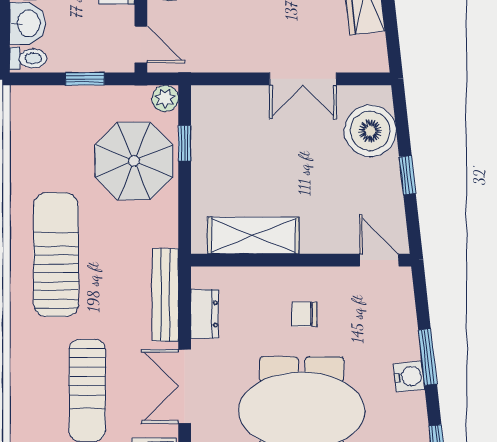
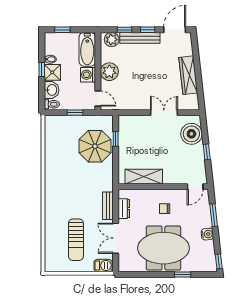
double door: (303, 79) -> (164, 113), swing flipped
plant: (165, 98) -> (108, 121), removed
sun lounger: (56, 255) -> (63, 184), removed
door: (379, 260) -> (195, 187), swing flipped
bench: (165, 295) -> (108, 206), width x0.73
window: (428, 357) -> (214, 215), moved

